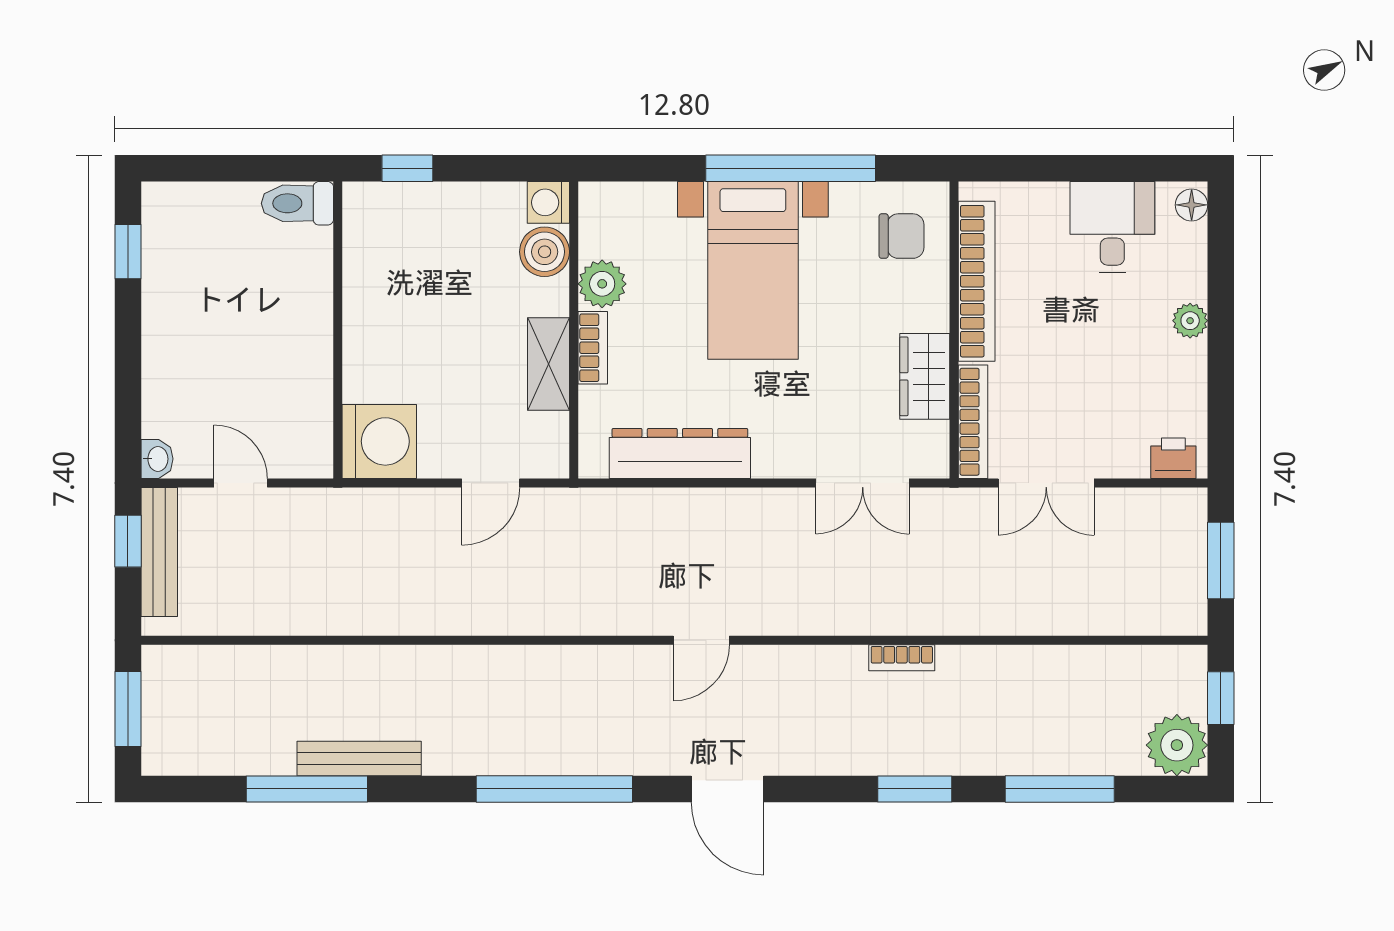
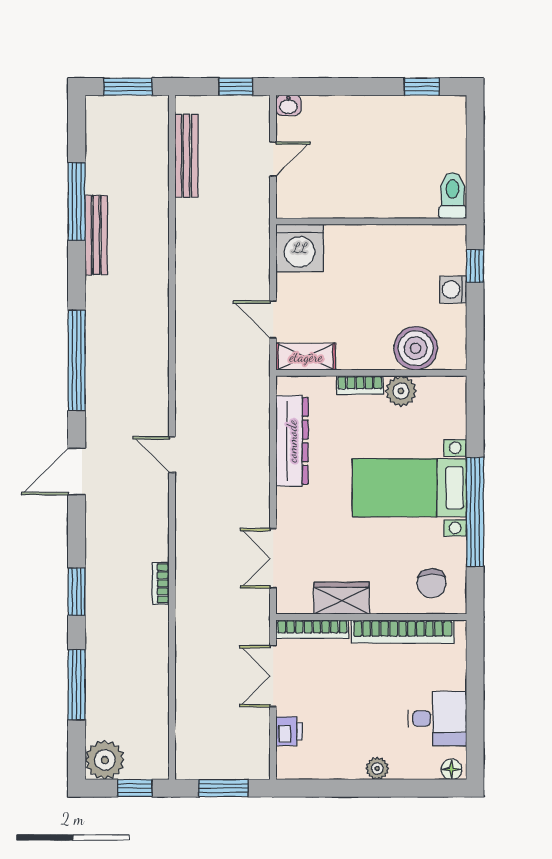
washing machine: (548, 202) -> (453, 290), moved, turned -90
boiler: (545, 252) -> (416, 348), width x1.37, depth x1.37
shelving: (549, 364) -> (306, 357), moved
printer: (1173, 458) -> (289, 731), moved
bench: (159, 552) -> (186, 156), moved, turned 90

